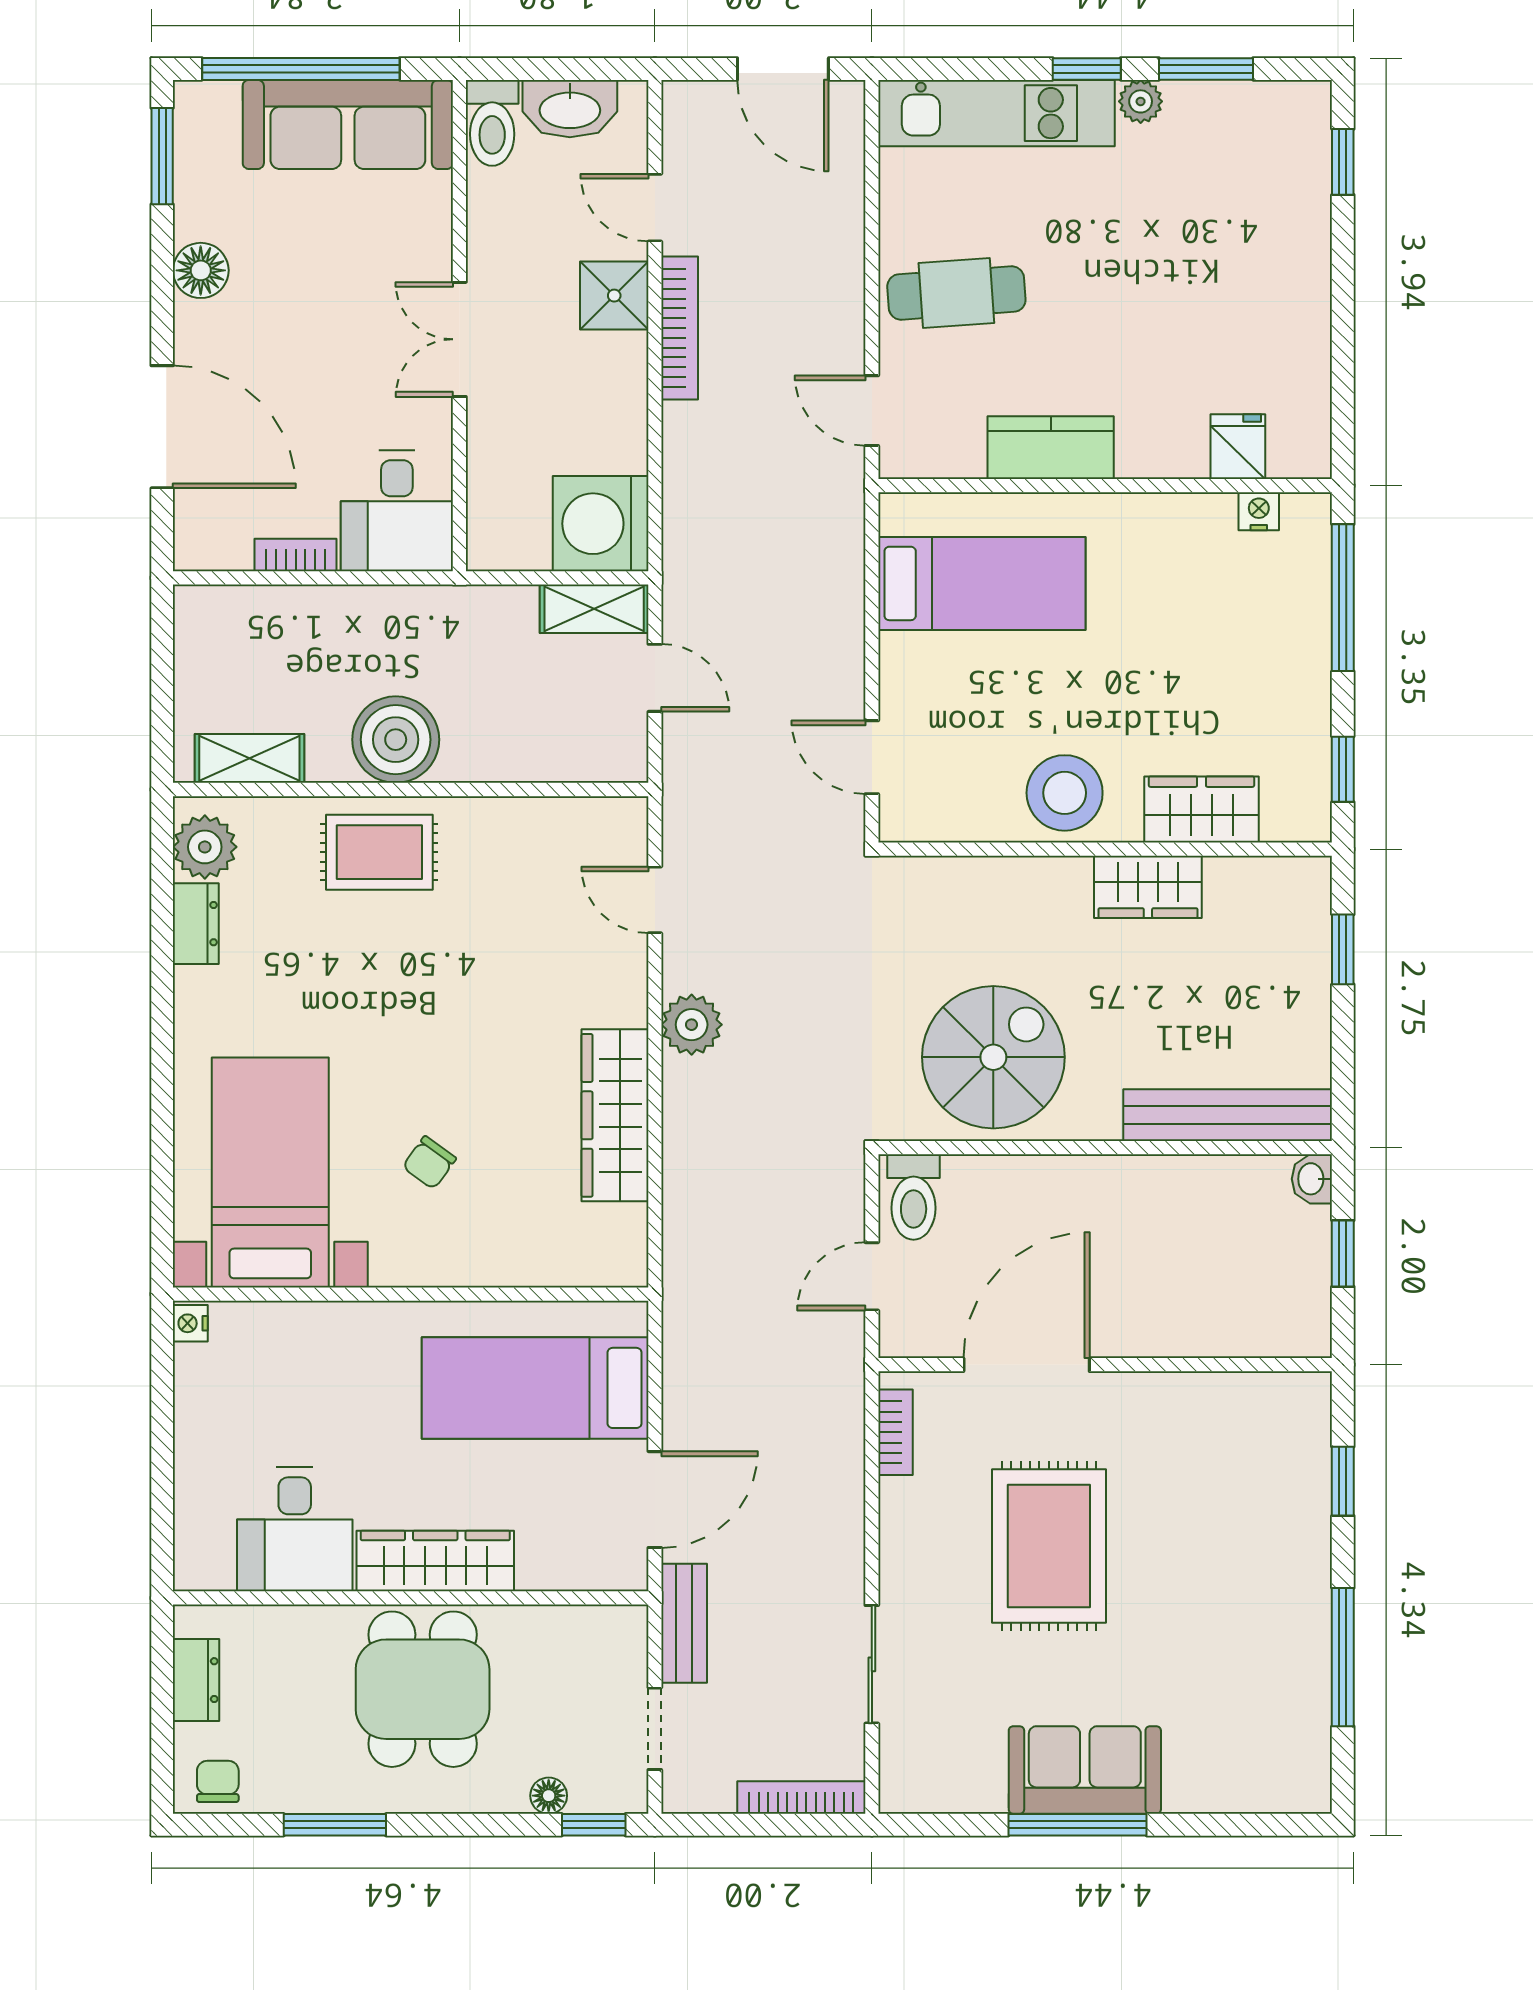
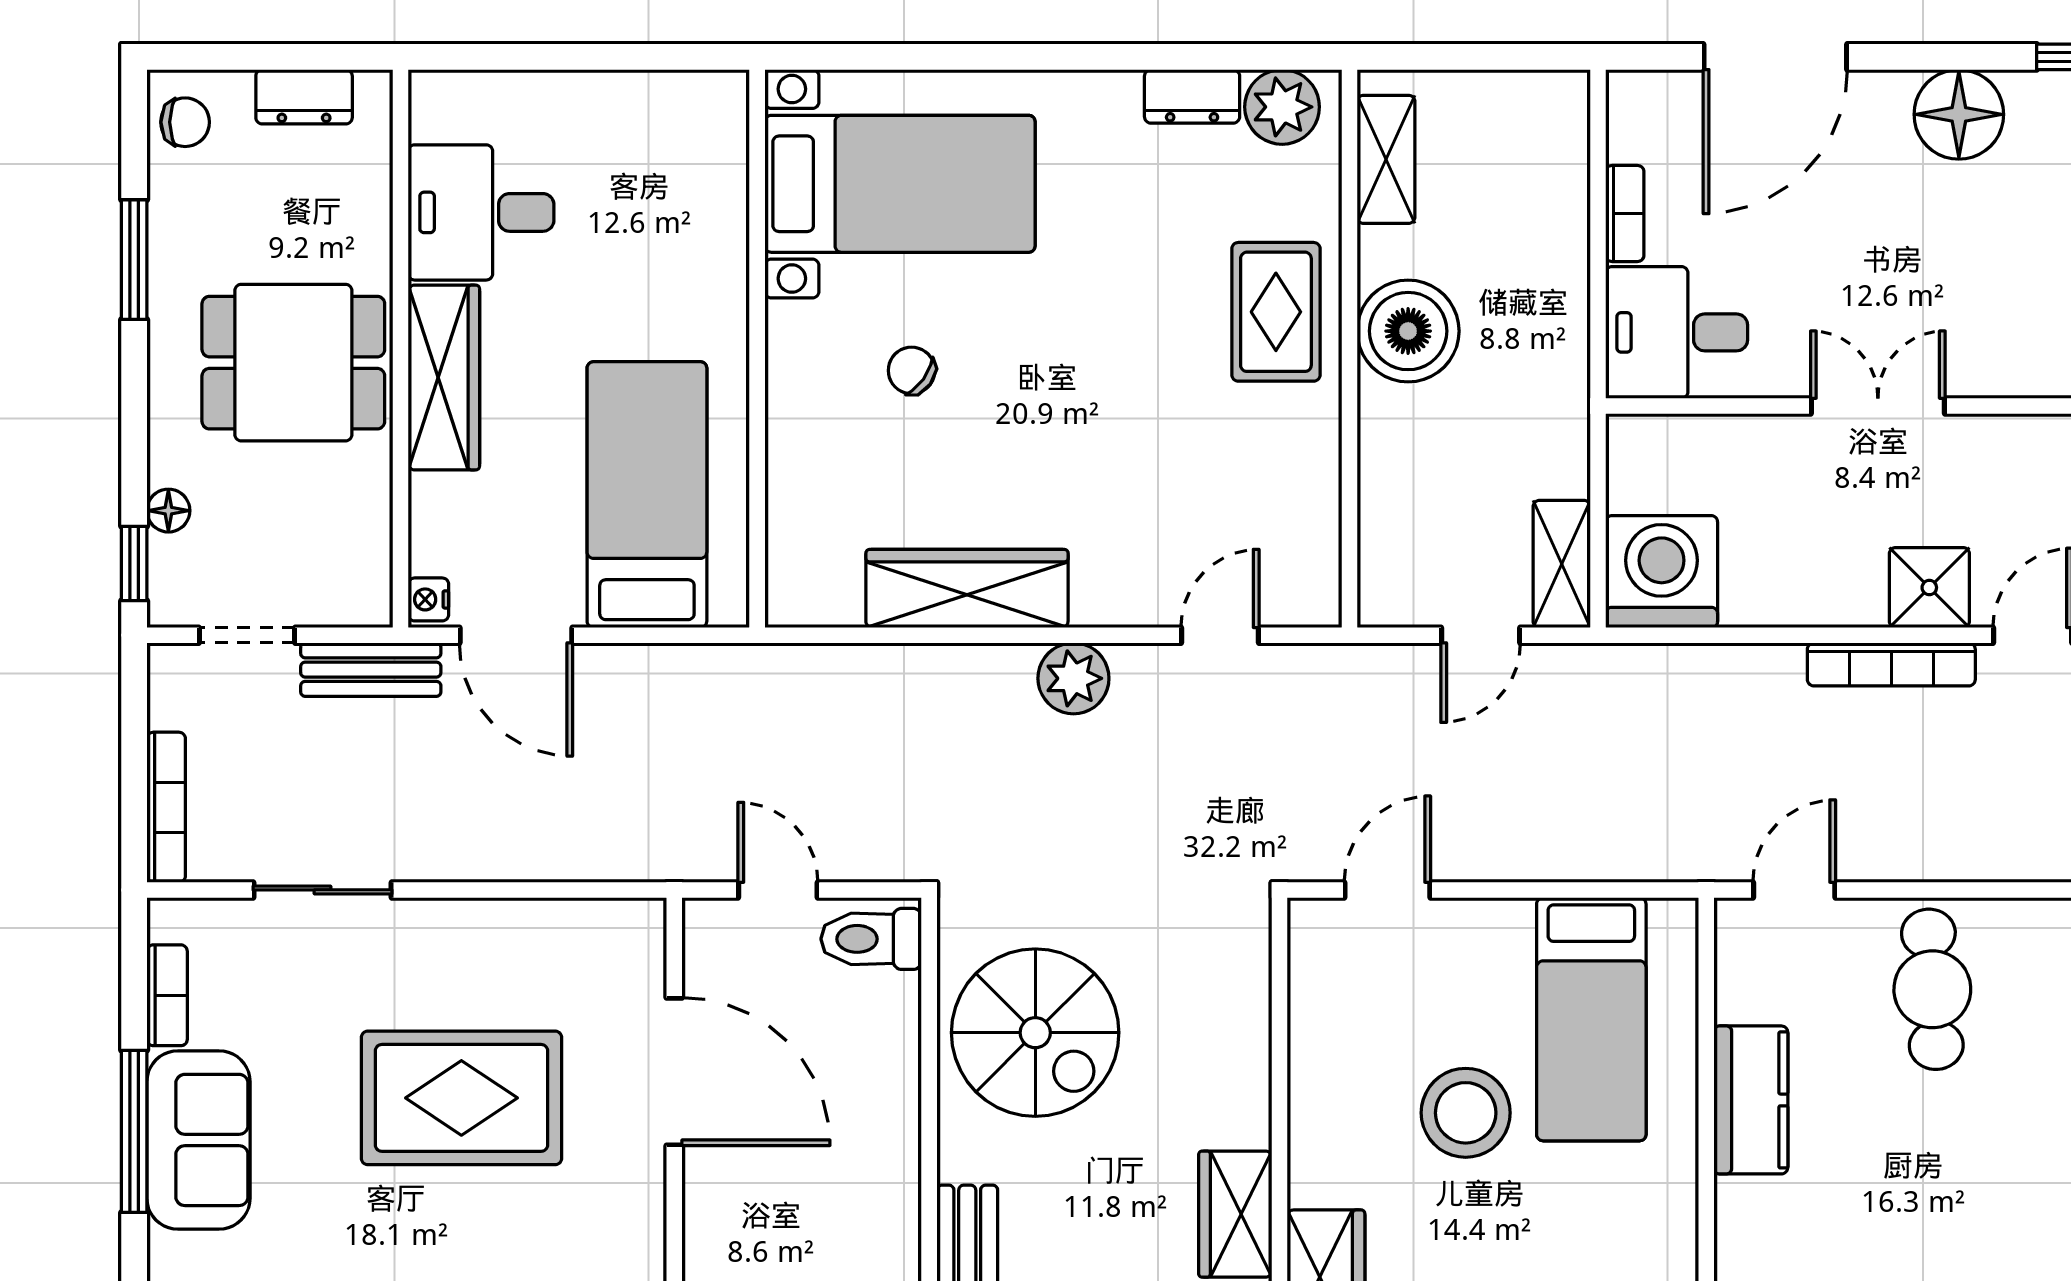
floor lamp: (201, 270) -> (1959, 114), width x1.38, depth x1.38
stool: (1065, 793) -> (1466, 1113), moved
nightstand: (190, 1323) -> (428, 599), moved, turned -90
bookcase: (896, 1432) -> (167, 995), moved, turned -90

